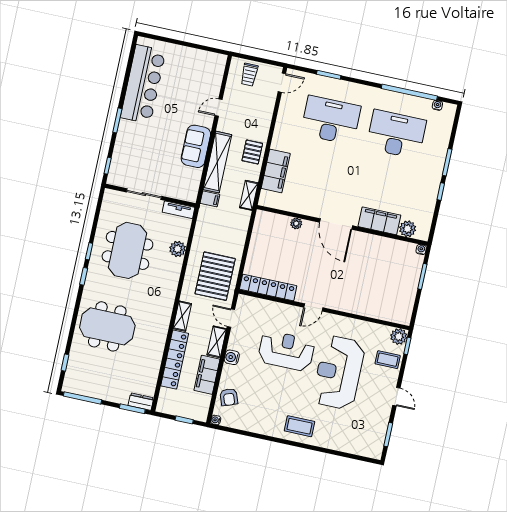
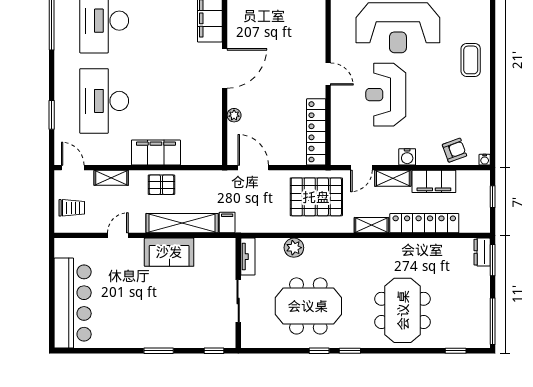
bar counter: (143, 84) -> (73, 303), moved, turned 90
door: (219, 108) -> (118, 235), swing flipped
filing cabinet: (276, 171) -> (156, 152), moved
shelving: (249, 195) -> (111, 178), moved
door: (250, 230) -> (253, 168), added

